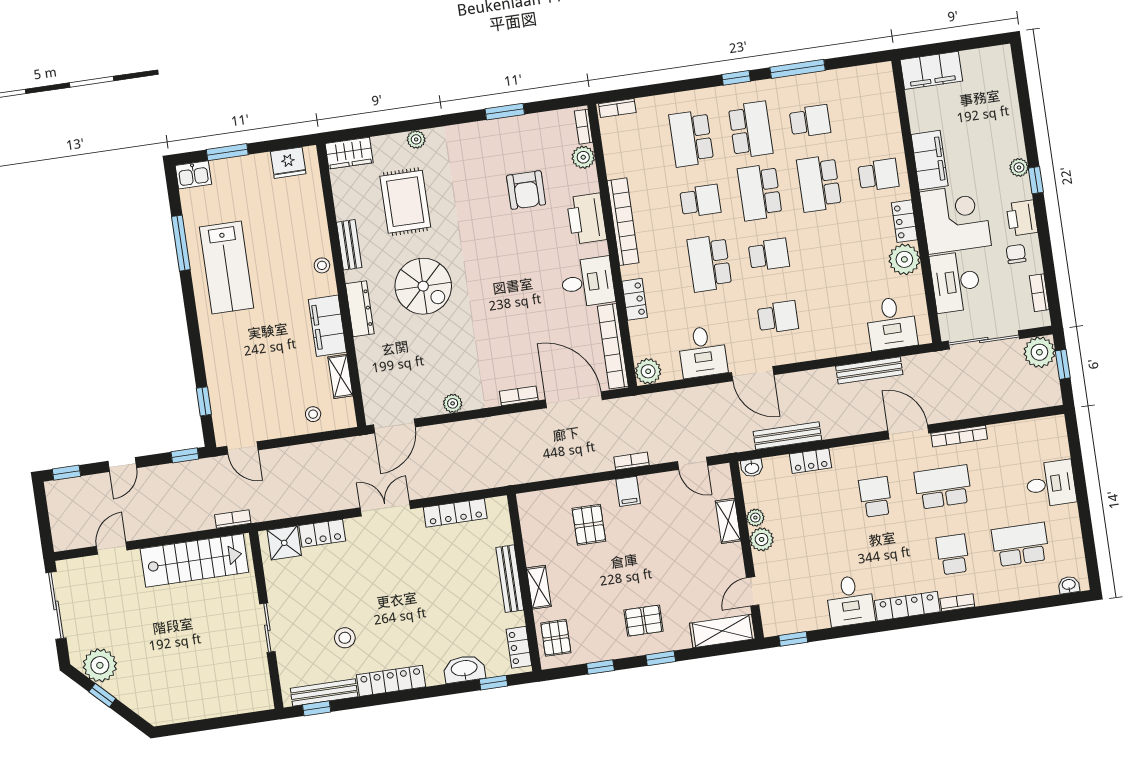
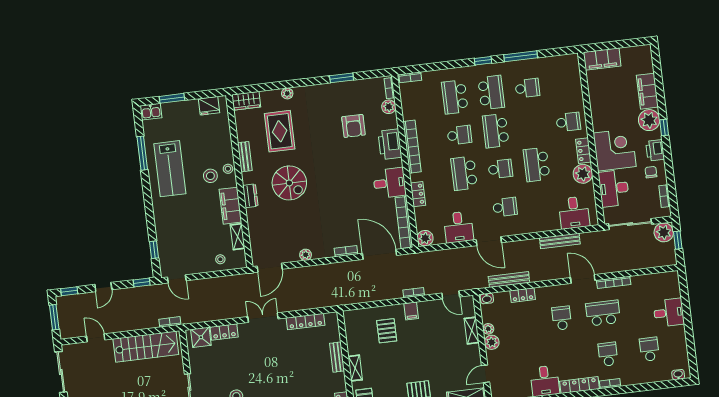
filing cabinet: (930, 160) -> (647, 91), moved, turned 180
plant: (1019, 167) -> (649, 120), width x1.87, depth x1.87
school desk: (819, 184) -> (537, 165), moved
stool: (293, 278) -> (210, 176), added
dresser: (360, 309) -> (250, 196), width x0.70
window: (43, 516) -> (54, 317), added
school desk: (1020, 545) -> (649, 349), width x0.54
door: (112, 548) -> (96, 338), hinge flipped
bench: (510, 579) -> (337, 357), width x0.73

